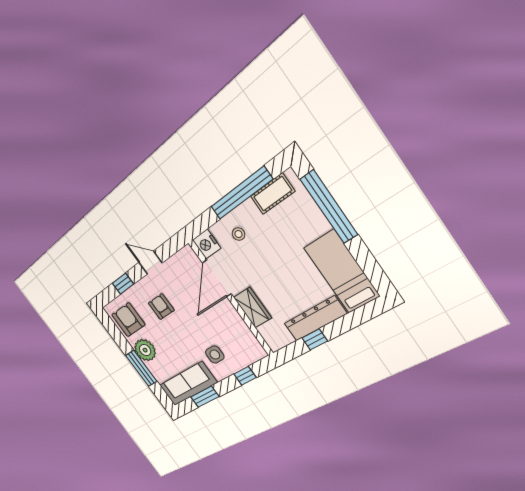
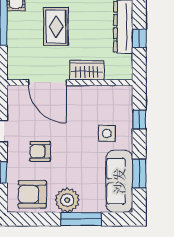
stool: (238, 234) -> (26, 40), removed
nightstand: (207, 244) -> (17, 71), removed
rug: (270, 254) -> (56, 27), added

